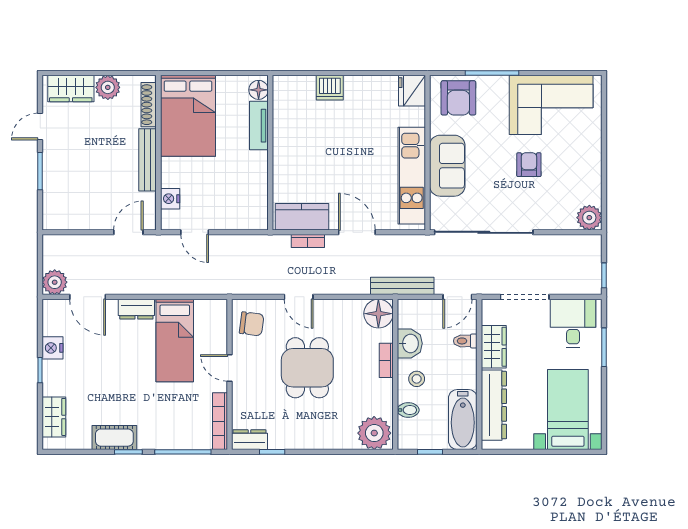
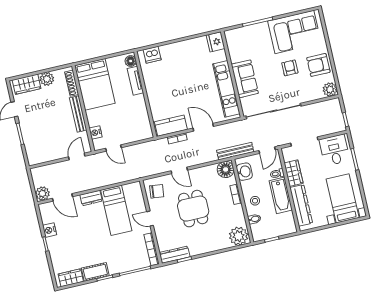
dishwasher: (330, 88) -> (152, 55), moved
armchair: (458, 98) -> (318, 65), moved, turned 90
washbasin: (410, 343) -> (244, 172), moved
wardrobe: (54, 417) -> (71, 278), moved, turned -90
bathtub: (463, 420) -> (281, 195), moved
dresser: (249, 440) -> (175, 255), width x1.44

